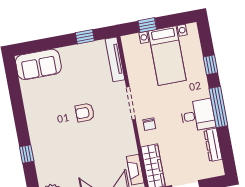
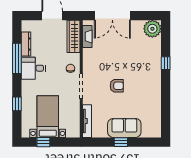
window: (147, 25) -> (43, 142), moved
window: (85, 37) -> (121, 142), moved
sofa: (38, 64) -> (124, 128), moved
window: (218, 107) -> (17, 58), moved

